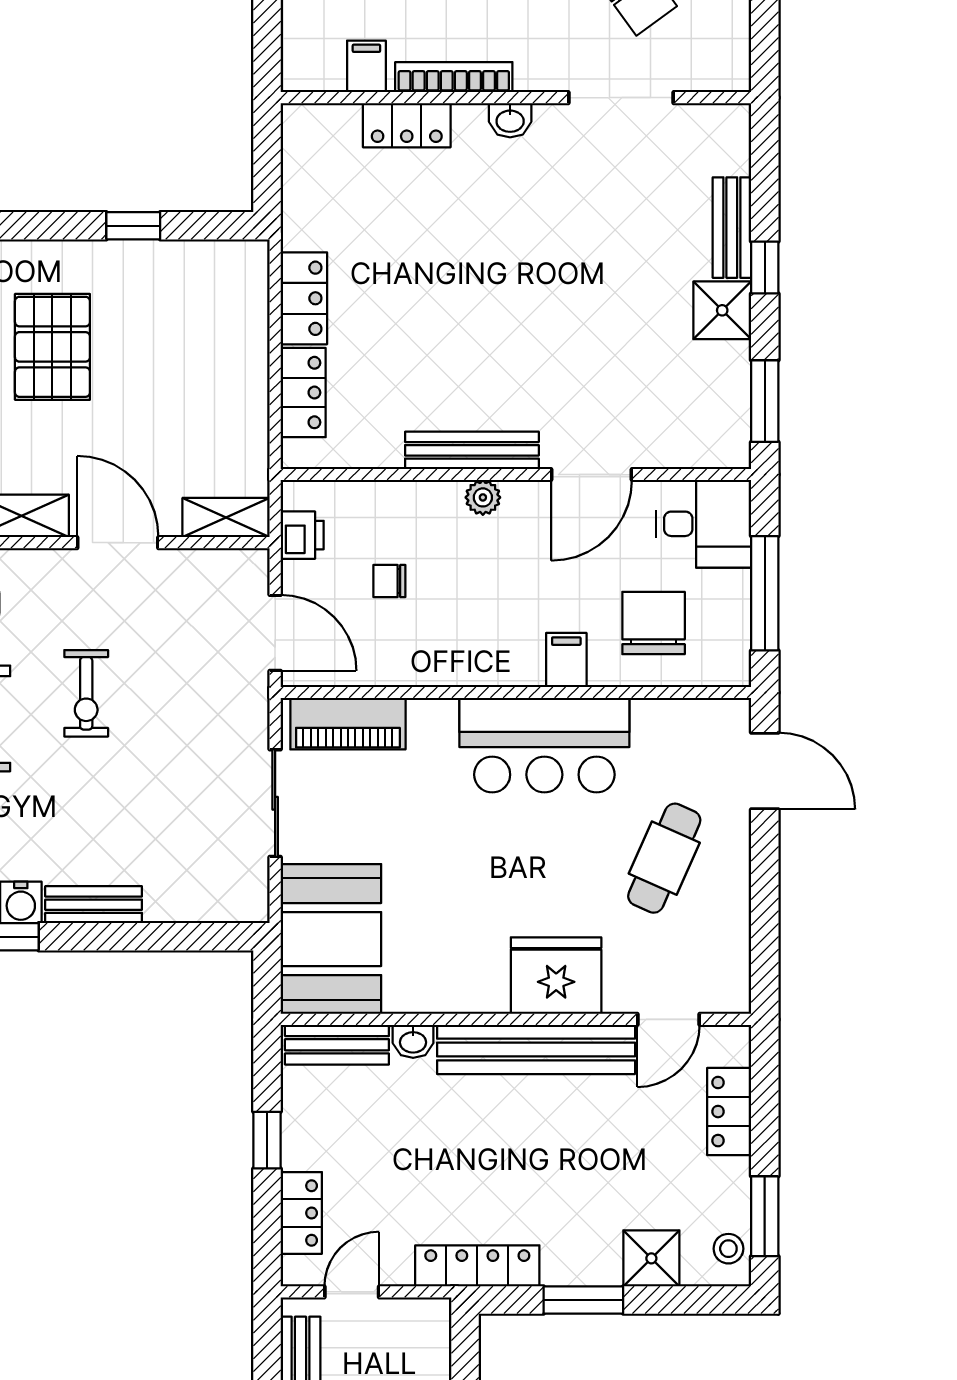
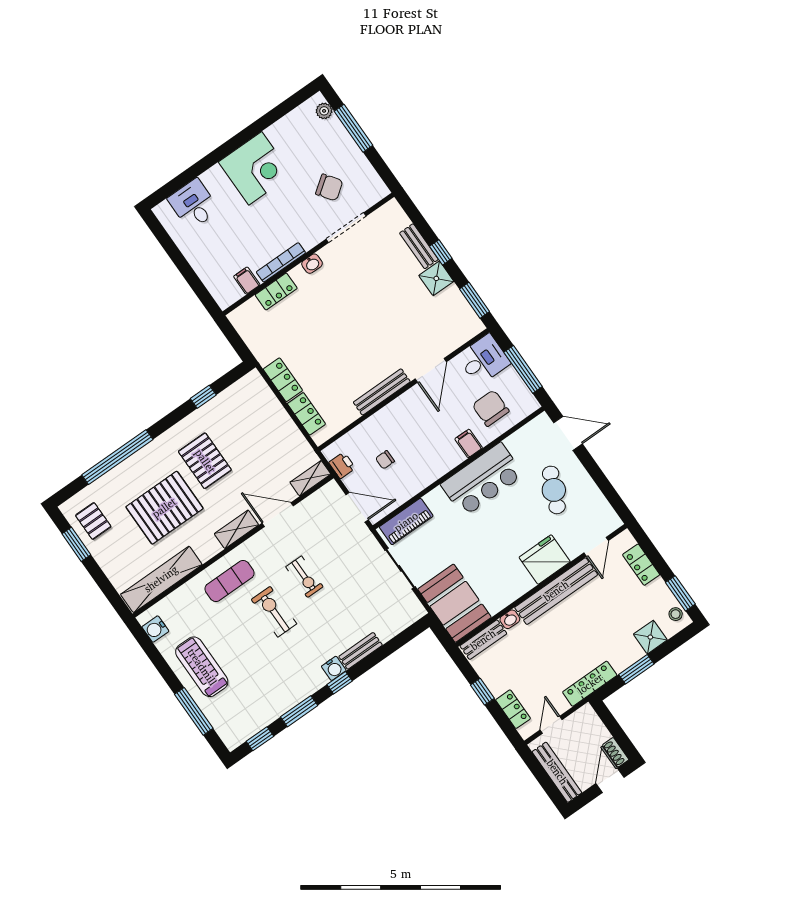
plant: (483, 497) -> (398, 406), removed

